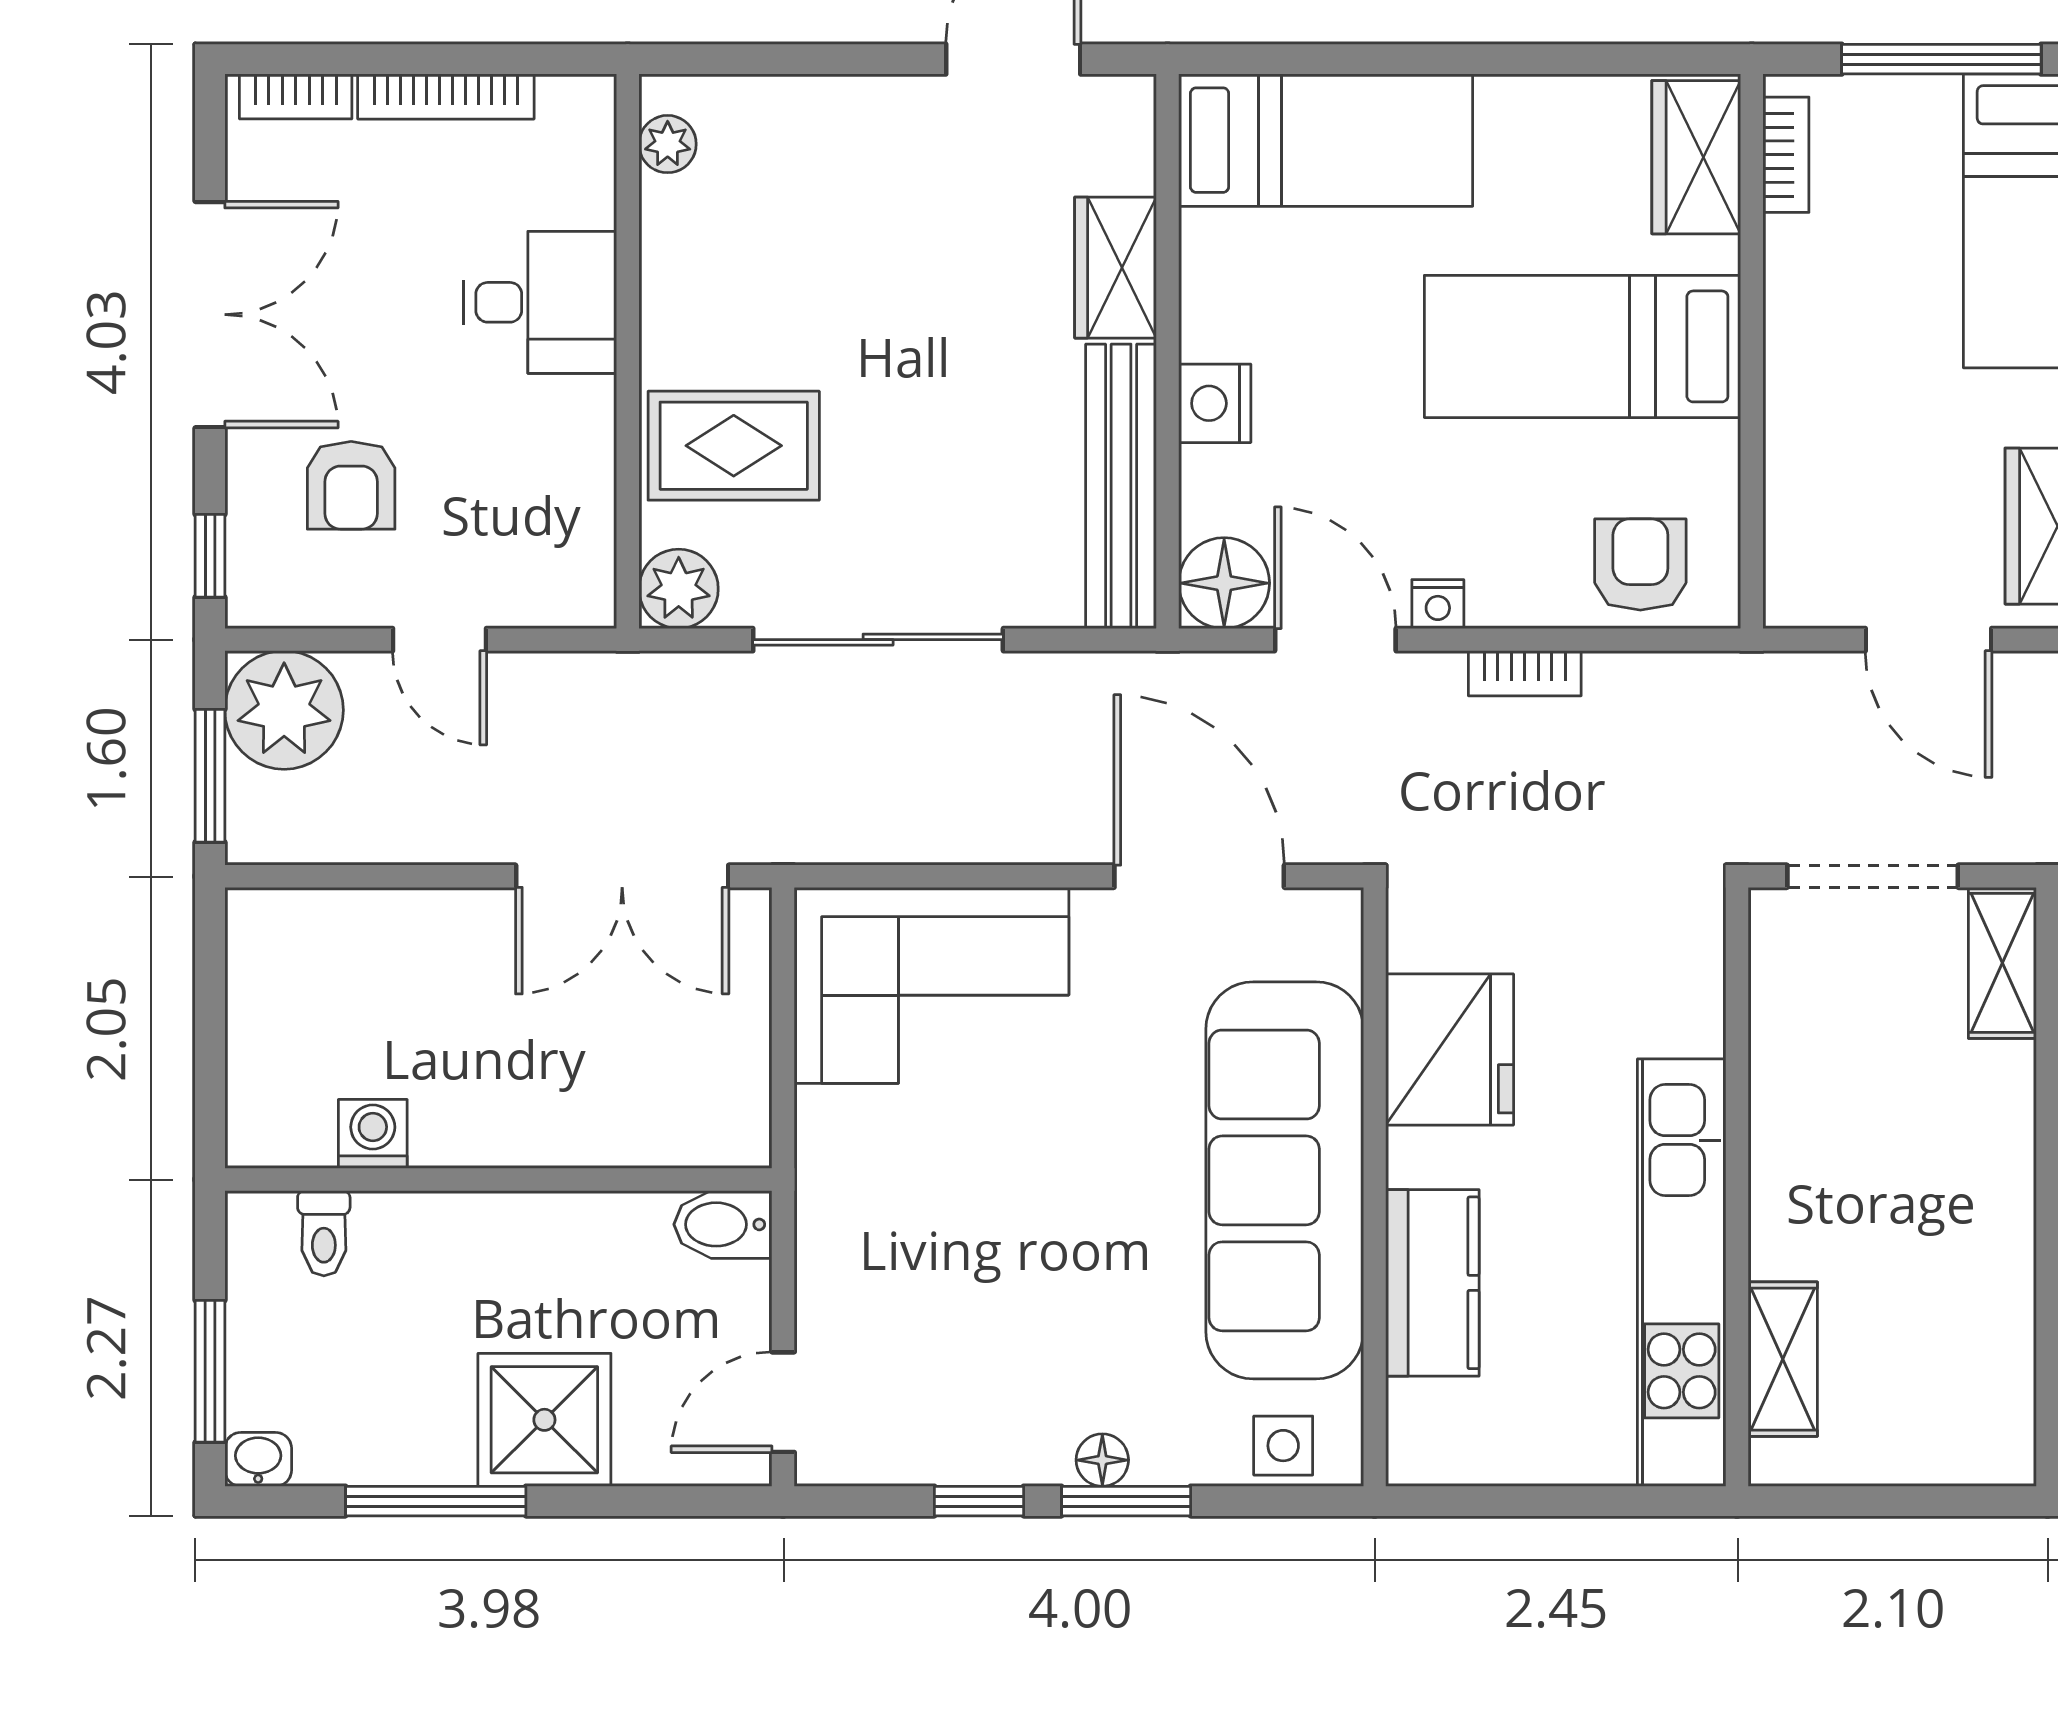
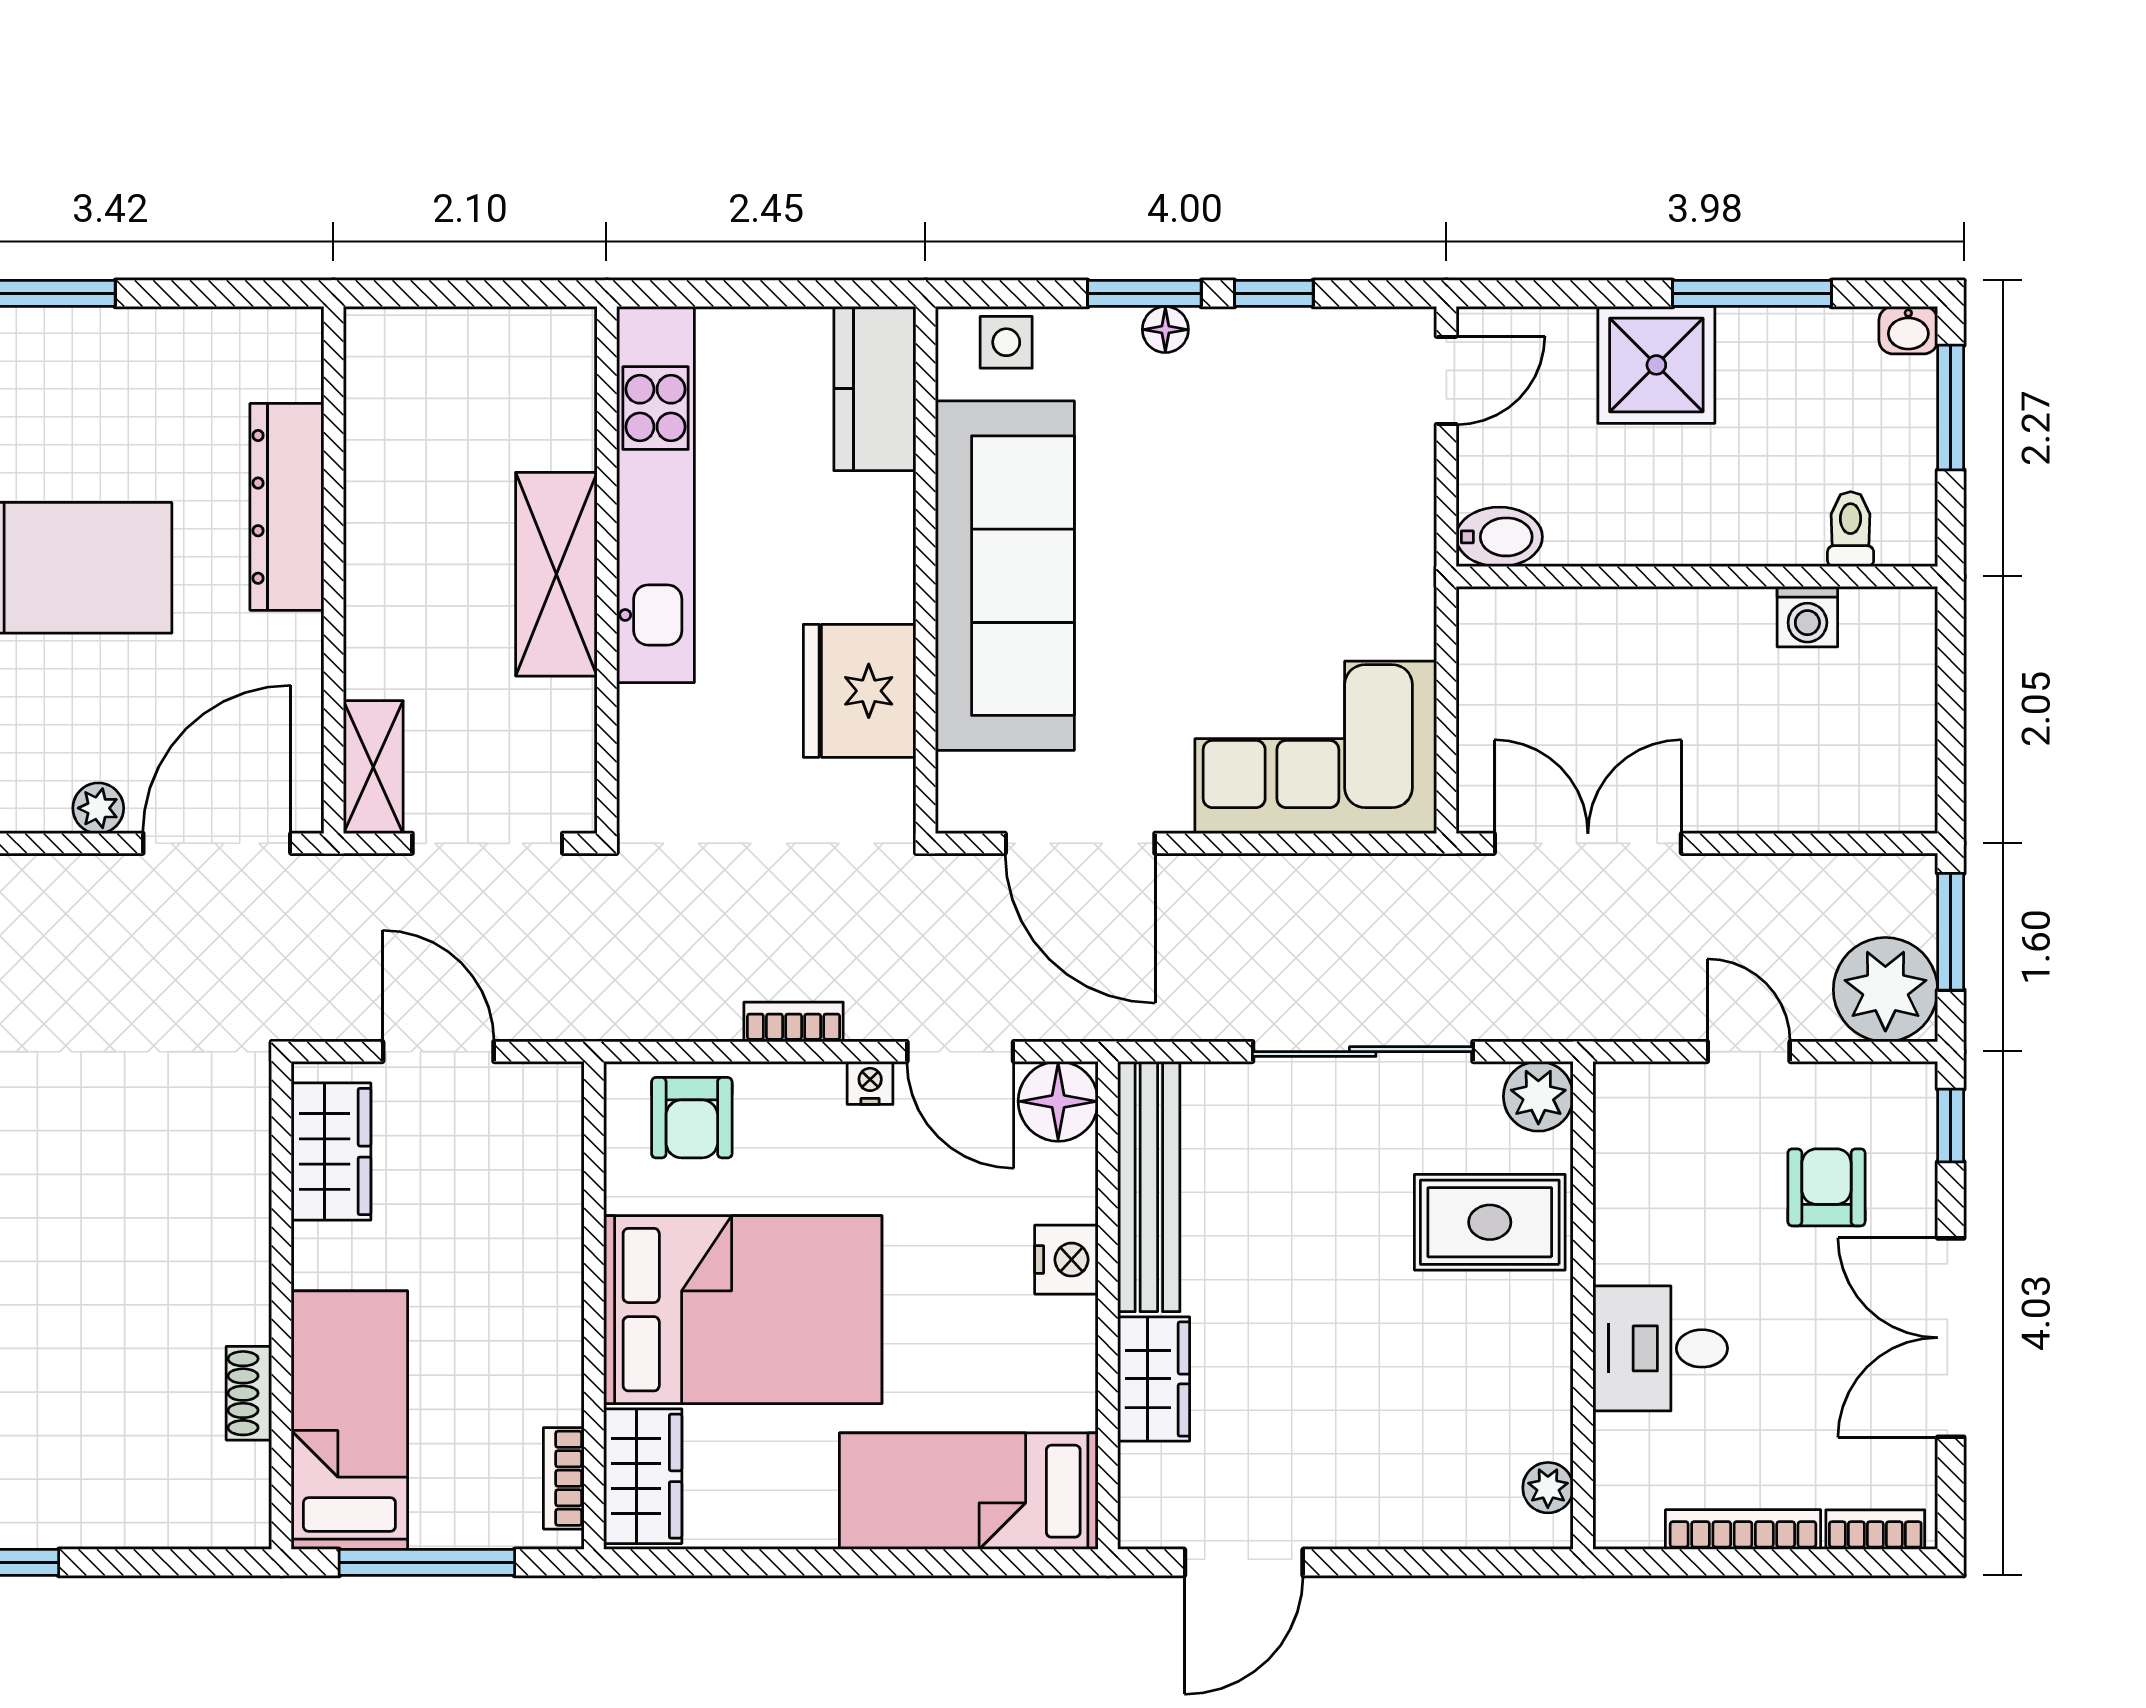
bed: (1582, 346) -> (743, 1310), width x1.50
kitchen counter: (1432, 1283) -> (875, 389), moved
shelving: (1783, 1359) -> (556, 574), moved, width x1.50, depth x1.33

